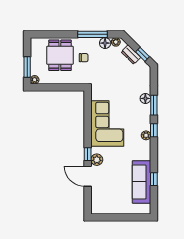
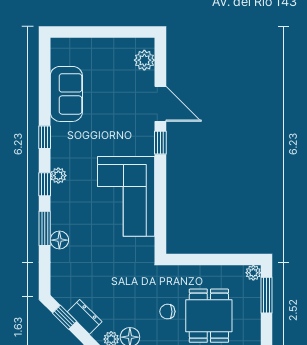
plant: (97, 160) -> (144, 60), moved
window: (154, 179) -> (45, 137), moved
sofa: (141, 182) -> (66, 94), width x0.73

